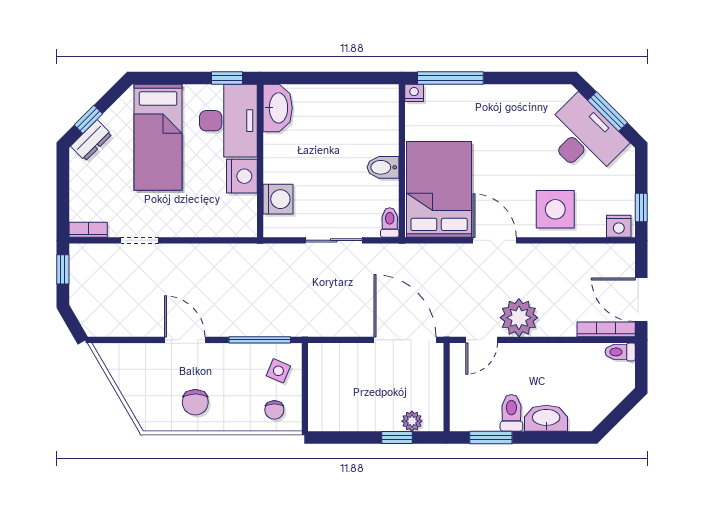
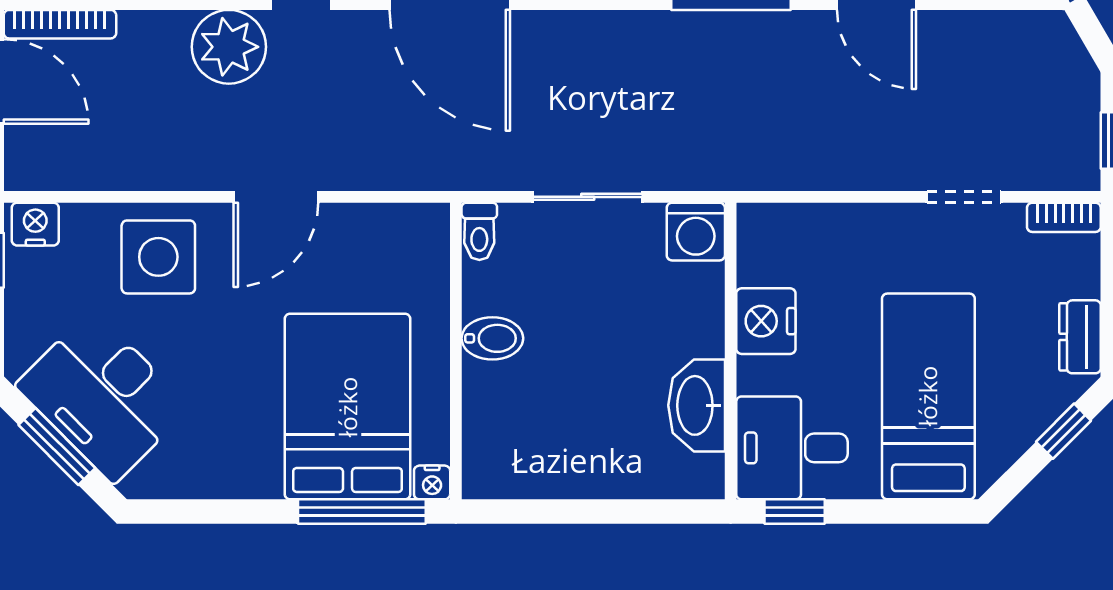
washbasin: (278, 108) -> (697, 405), moved
desk: (228, 121) -> (792, 448), width x0.73
dresser: (91, 140) -> (1080, 337), moved, turned -45
bed: (439, 189) -> (348, 407), moved, turned 180
washing machine: (278, 199) -> (696, 232), moved, turned -90
door: (495, 240) -> (276, 197), hinge flipped

